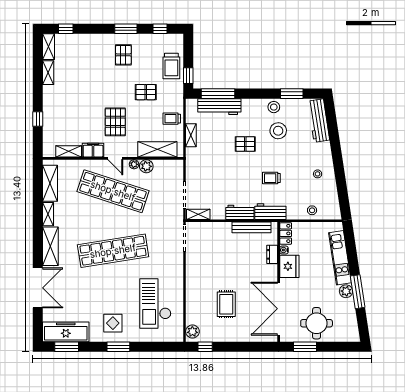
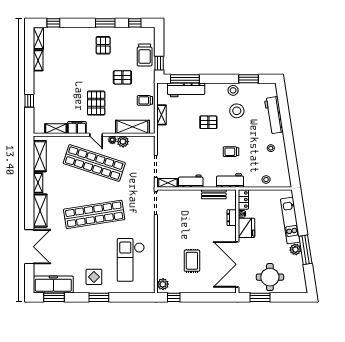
workbench: (319, 121) -> (274, 115), moved
workbench: (240, 212) -> (191, 181), moved
bench: (252, 227) -> (214, 194), width x0.73

